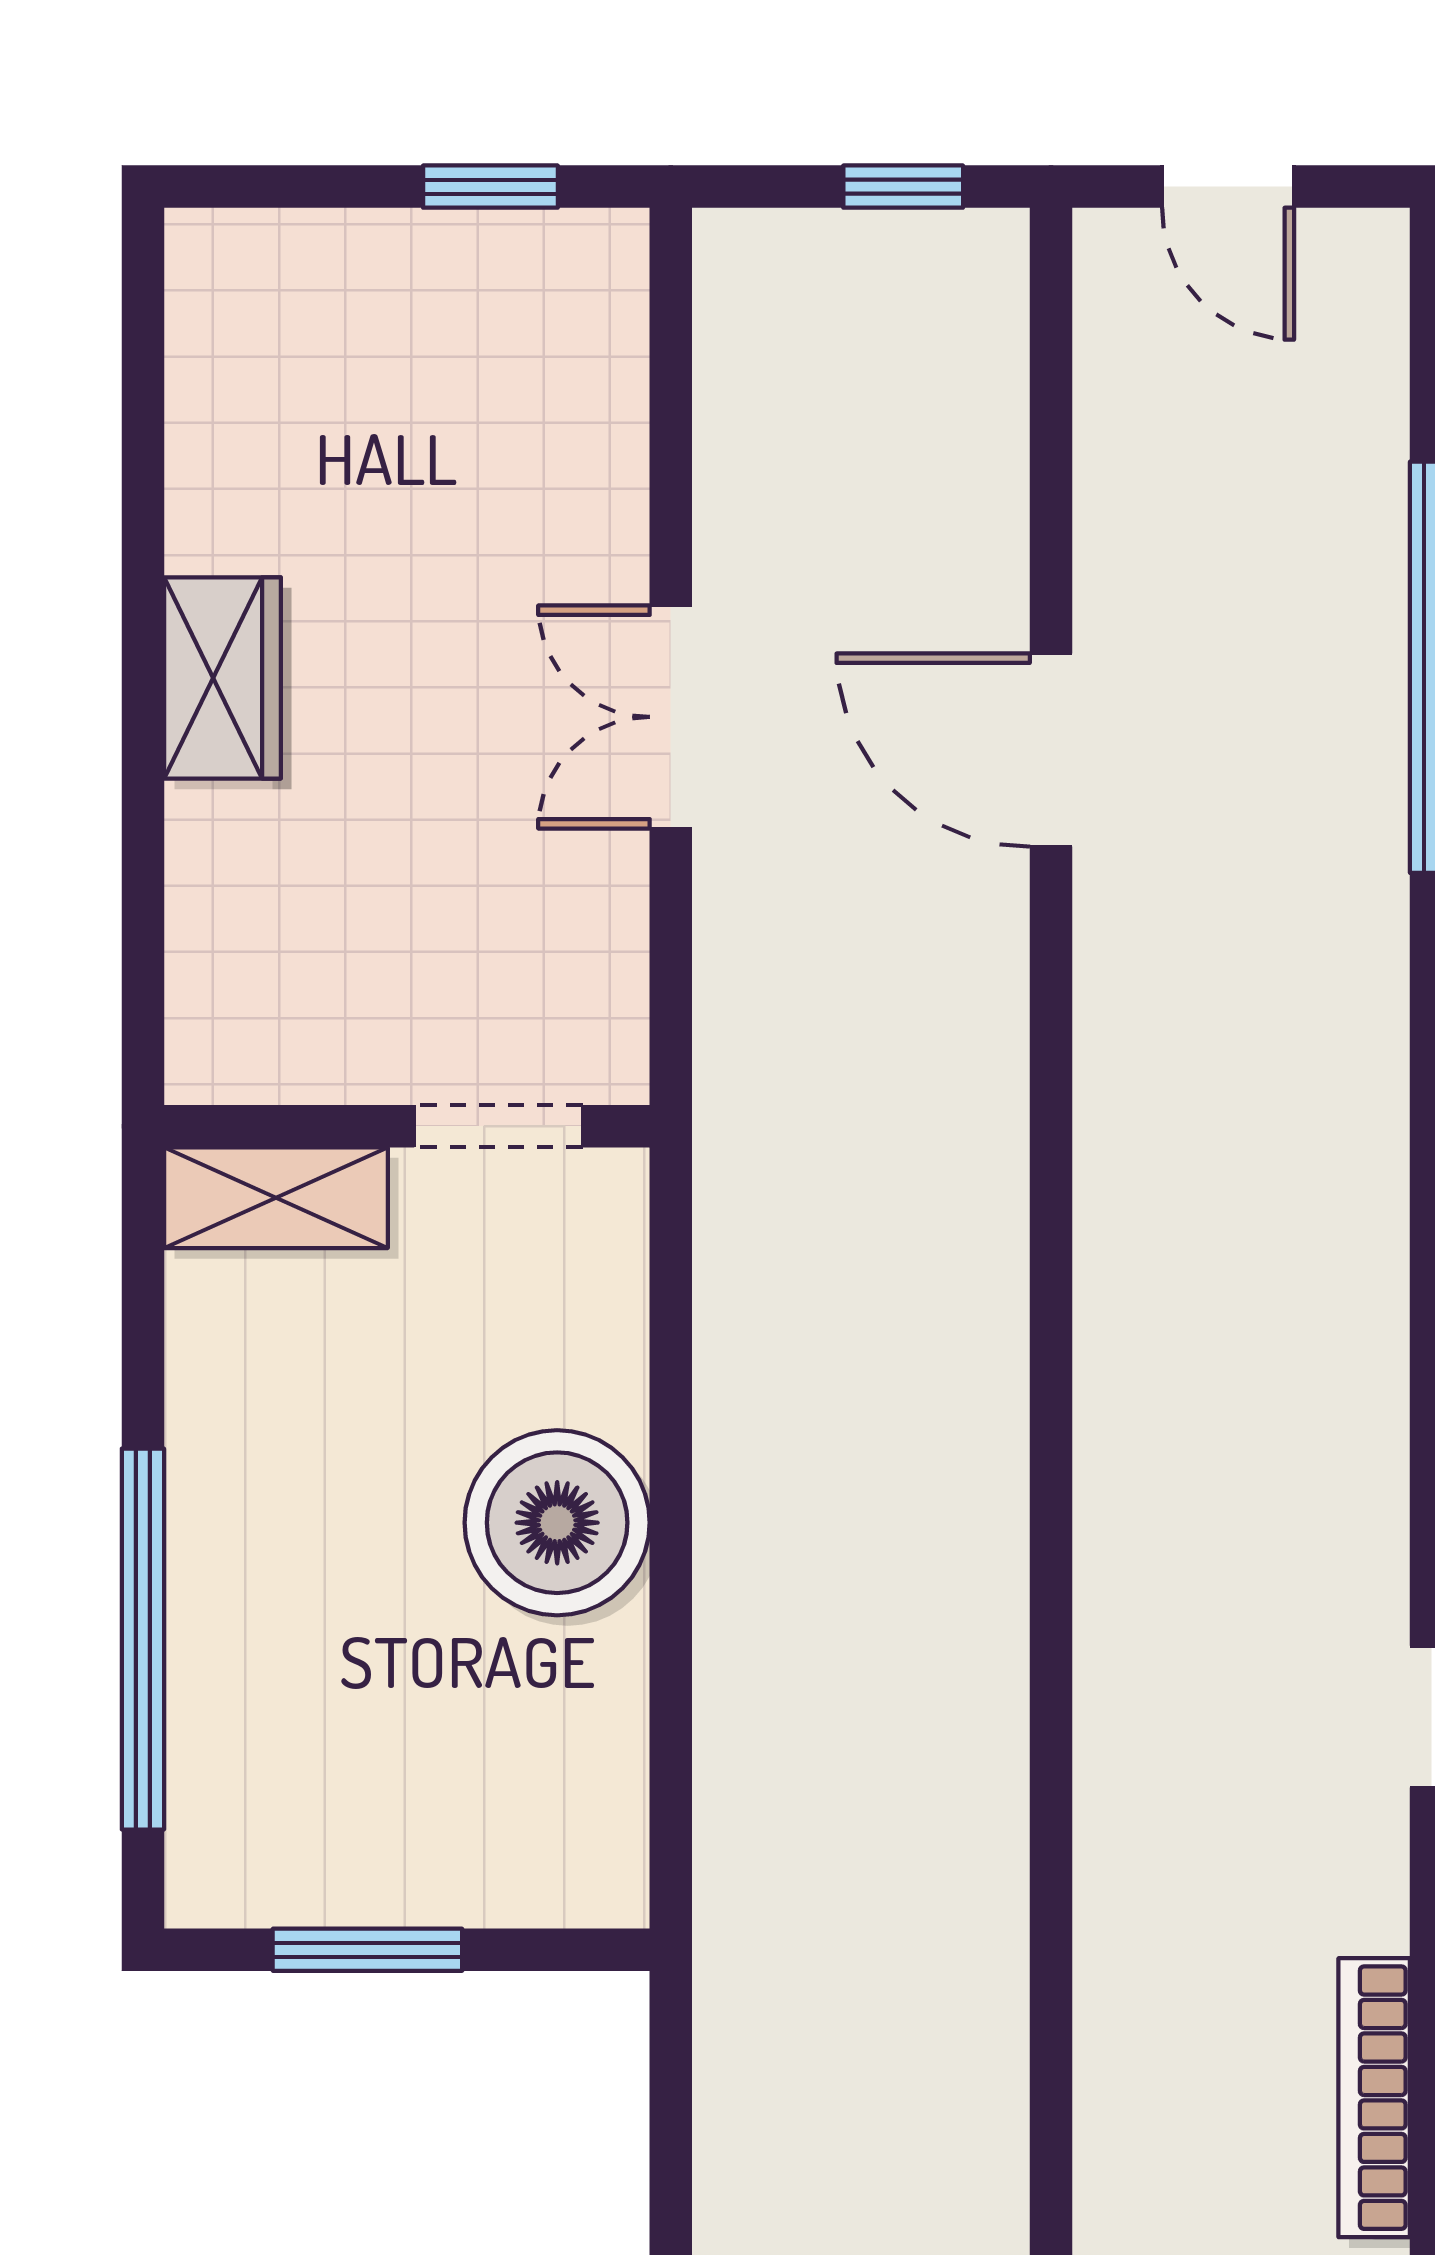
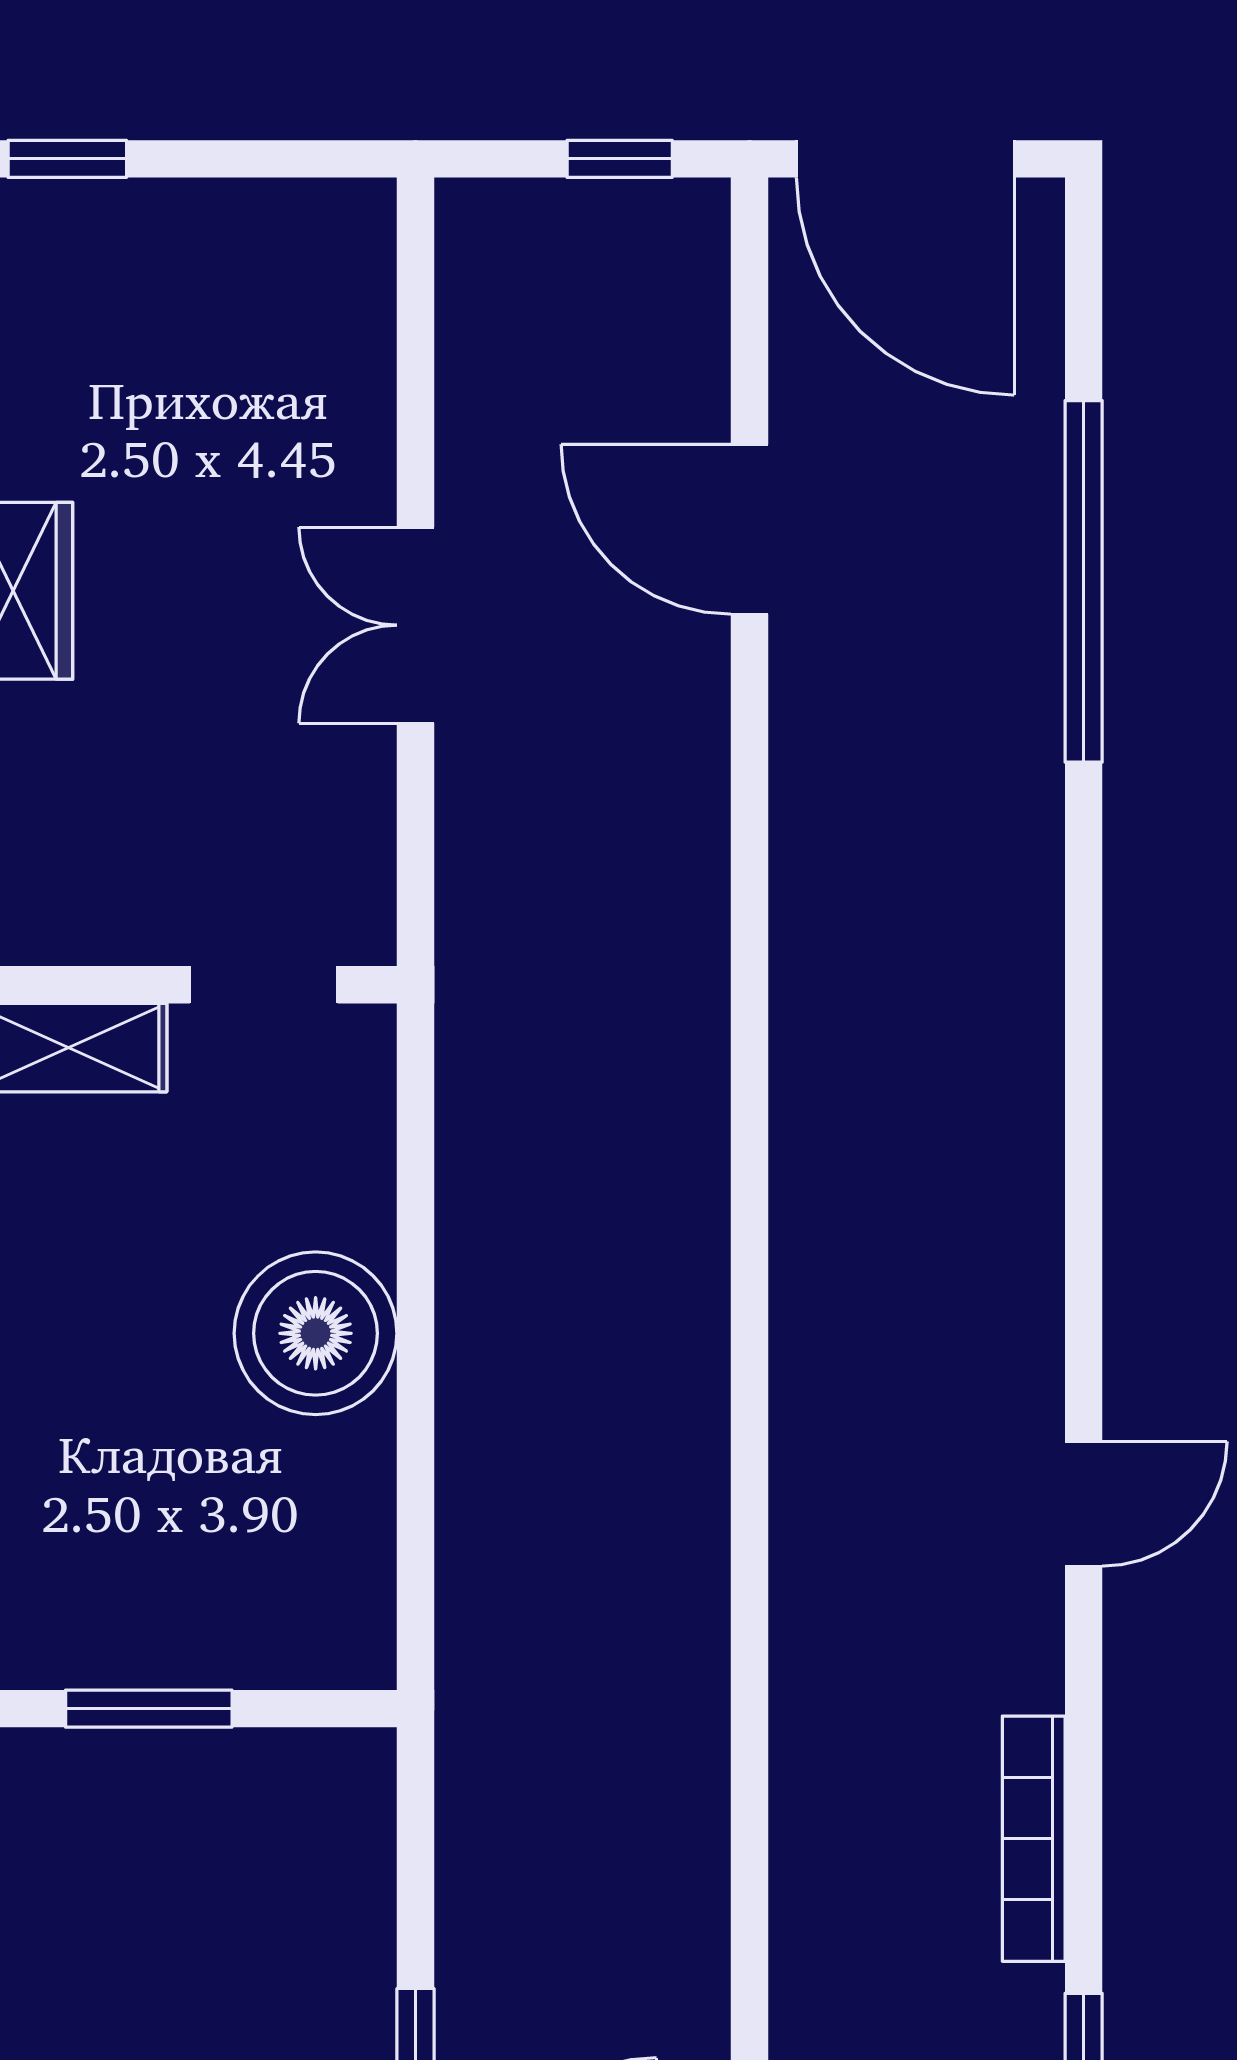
window: (490, 187) -> (67, 159), moved
door: (1228, 187) -> (905, 159), width x1.87
door: (1051, 750) -> (750, 529), moved

